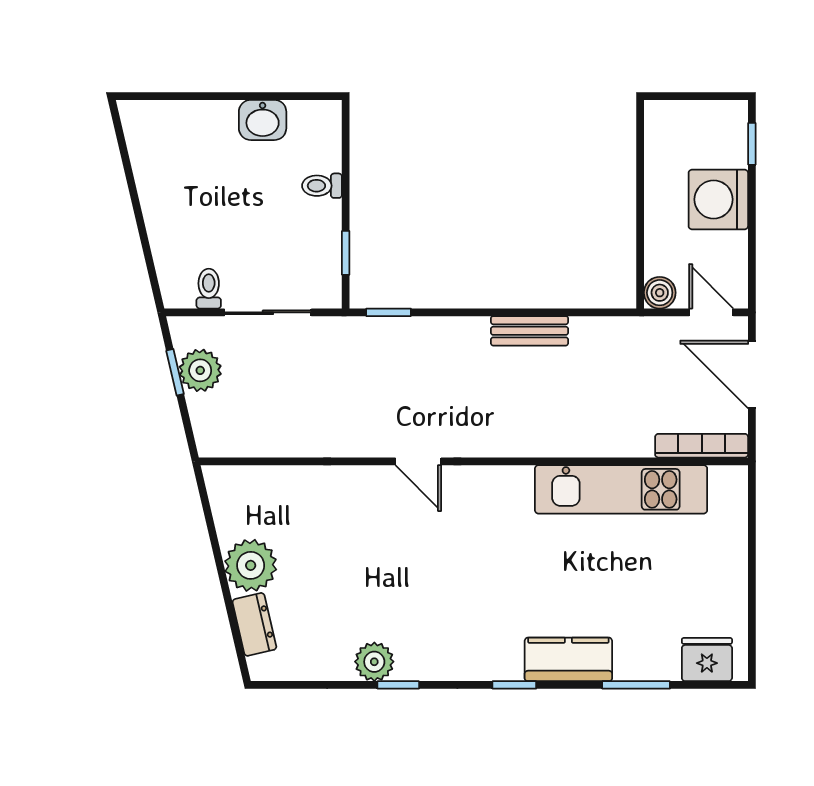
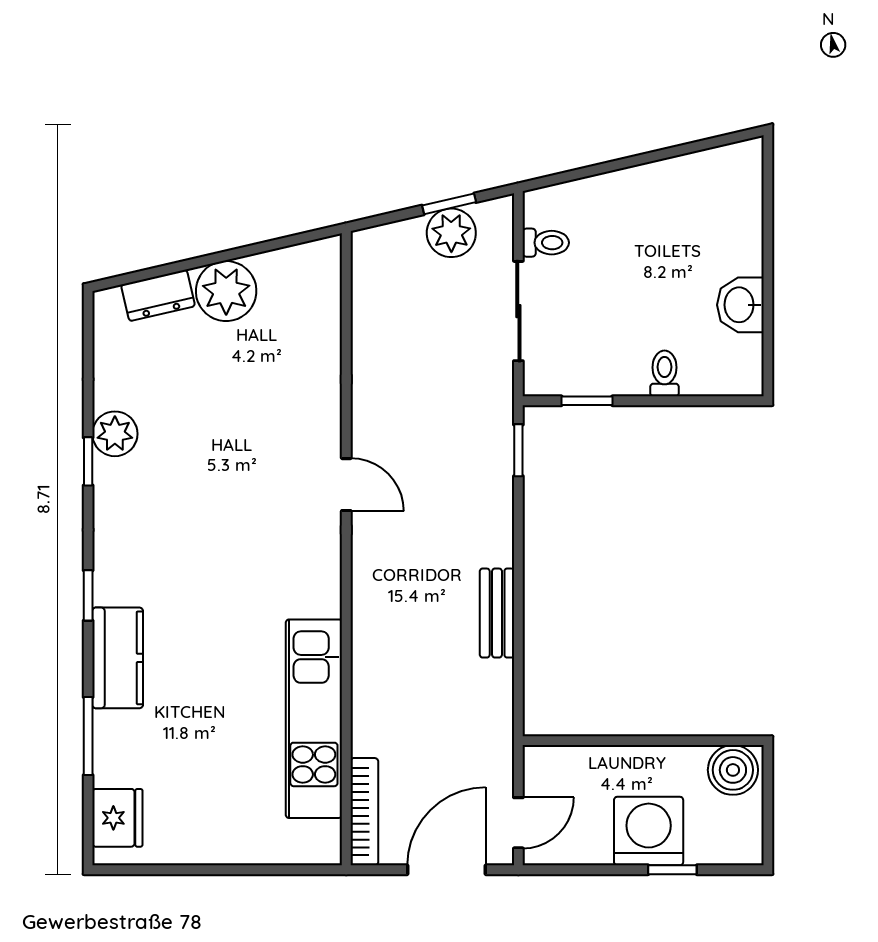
window: (752, 144) -> (672, 870), moved
boiler: (660, 293) -> (733, 770), moved, width x1.36, depth x1.36
door: (418, 461) -> (346, 485), swing flipped

